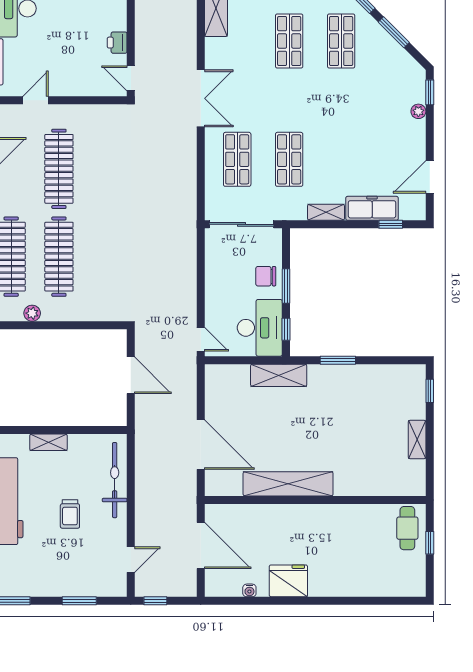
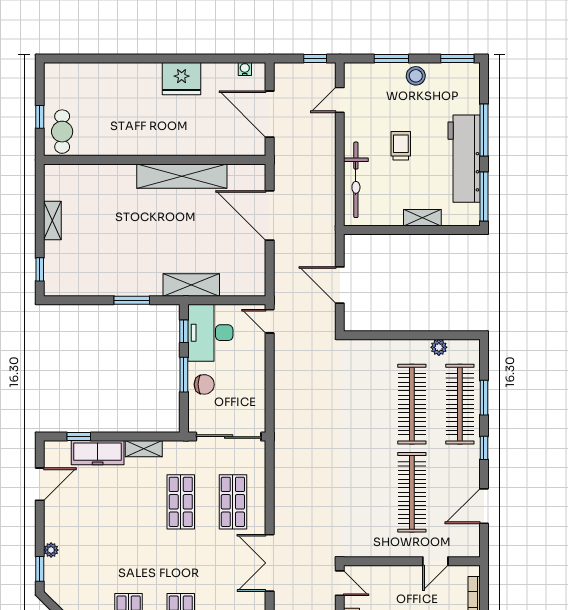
stool: (55, 584) -> (416, 76), added
water cooler: (249, 590) -> (245, 69), moved

